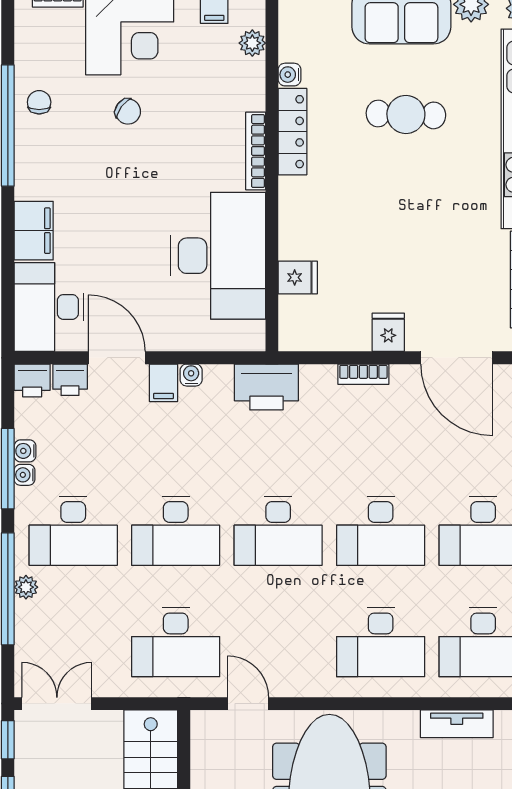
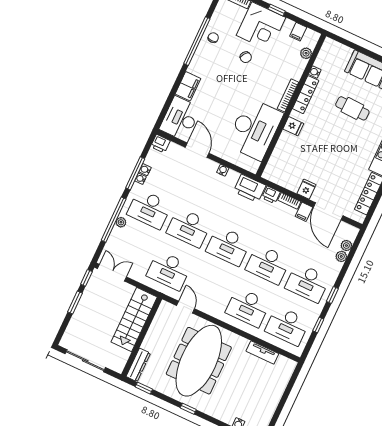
fridge: (298, 277) -> (293, 126), moved
printer: (70, 380) -> (271, 195), moved
filing cabinet: (163, 383) -> (304, 212), moved

